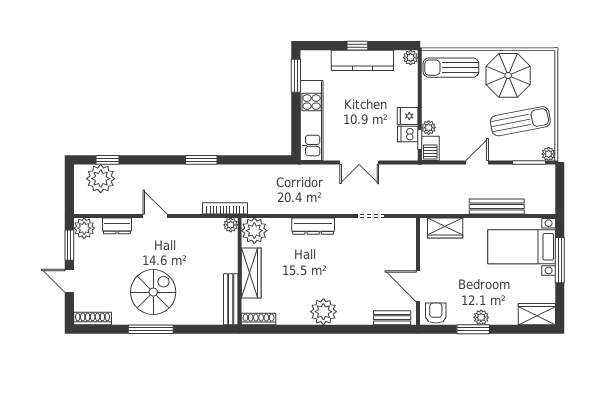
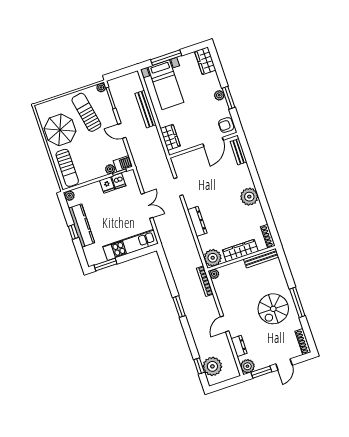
spiral stairs: (153, 292) -> (273, 309), turned -90

